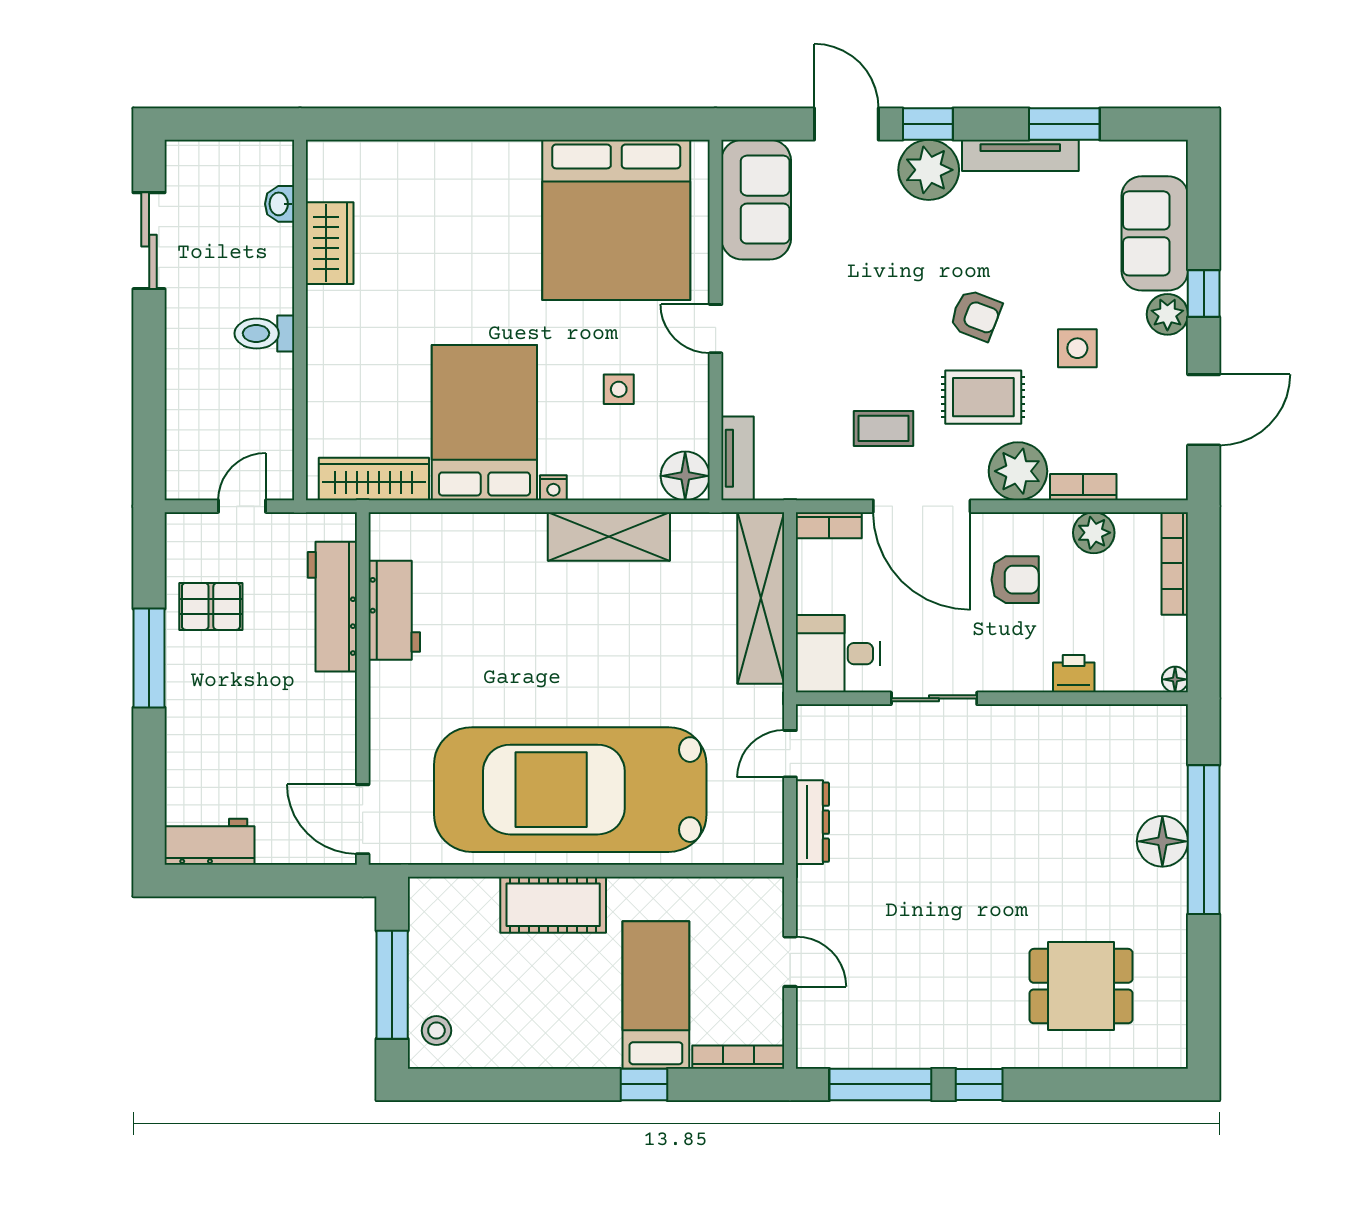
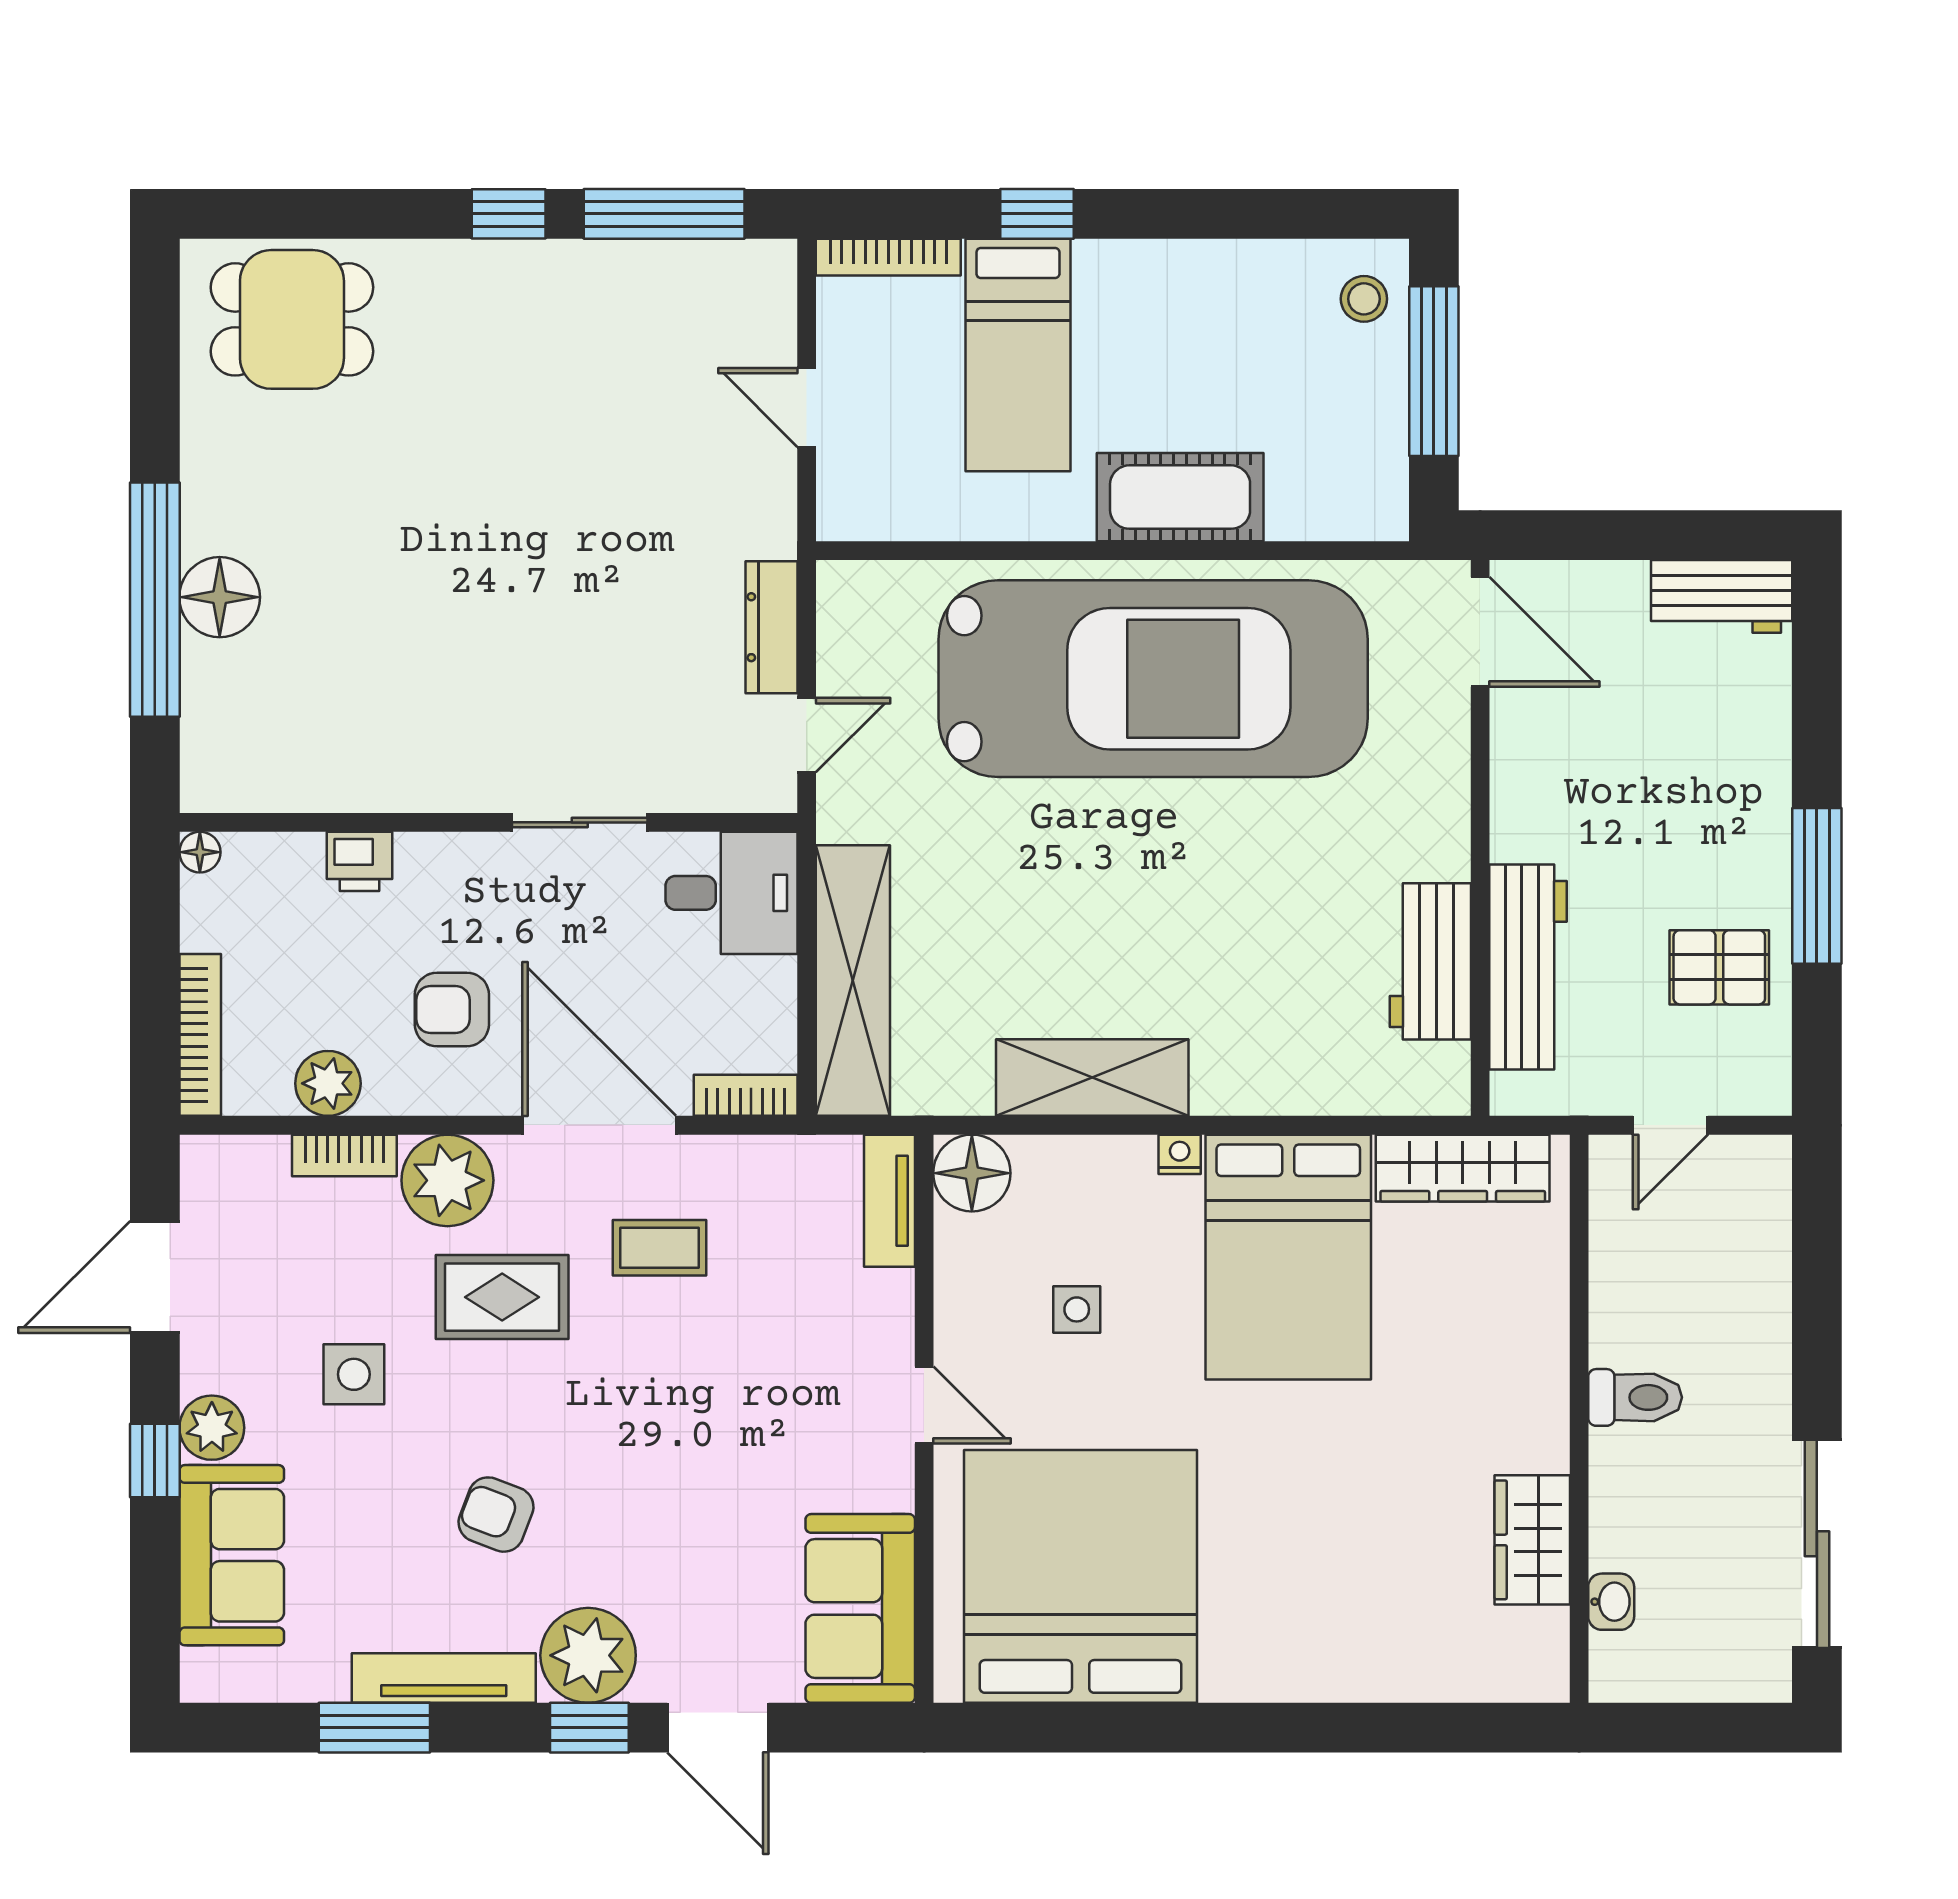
sliding door: (149, 241) -> (1817, 1544), width x1.37
armchair: (976, 315) -> (496, 1515), moved
dining table: (1081, 986) -> (292, 319), moved

